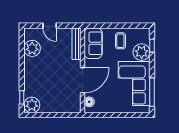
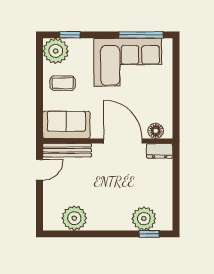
door: (50, 26) -> (39, 170), moved
plant: (142, 52) -> (56, 51), moved
dresser: (76, 104) -> (160, 151), added
plant: (32, 105) -> (144, 219), moved

